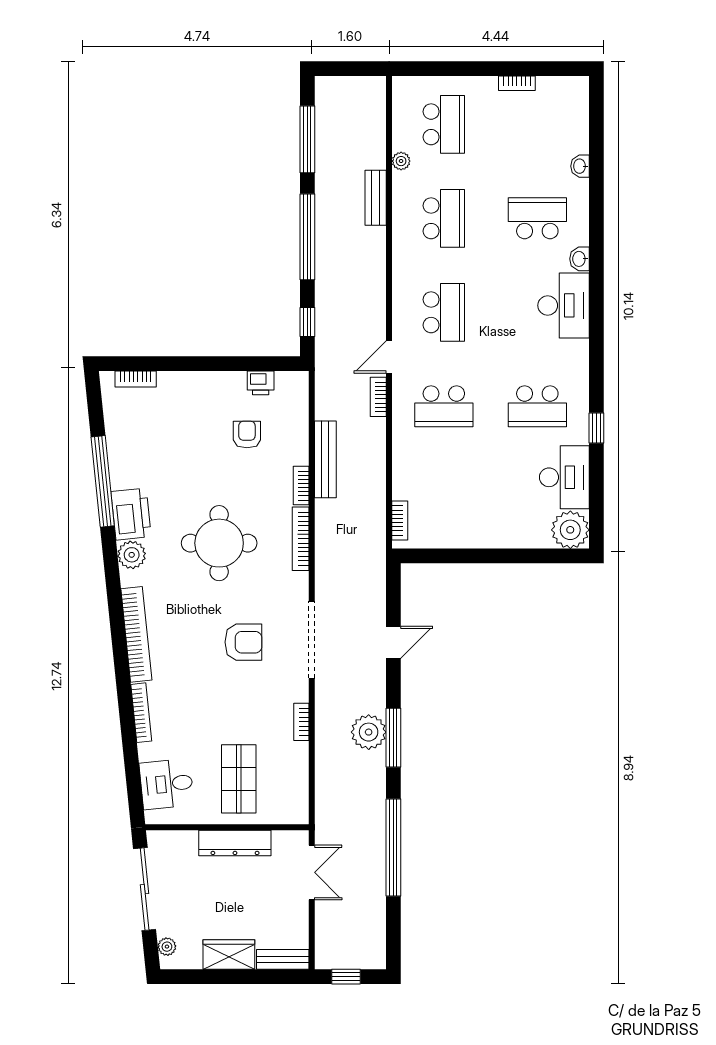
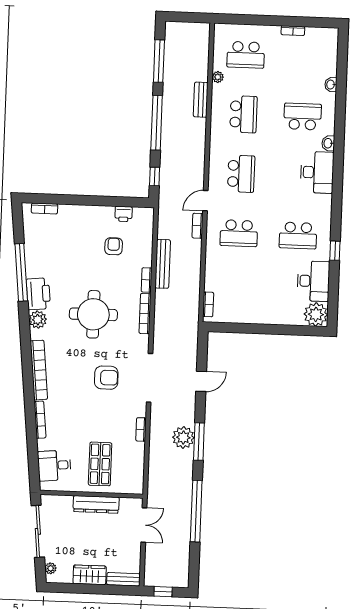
school desk: (444, 124) -> (246, 55), turned 90

